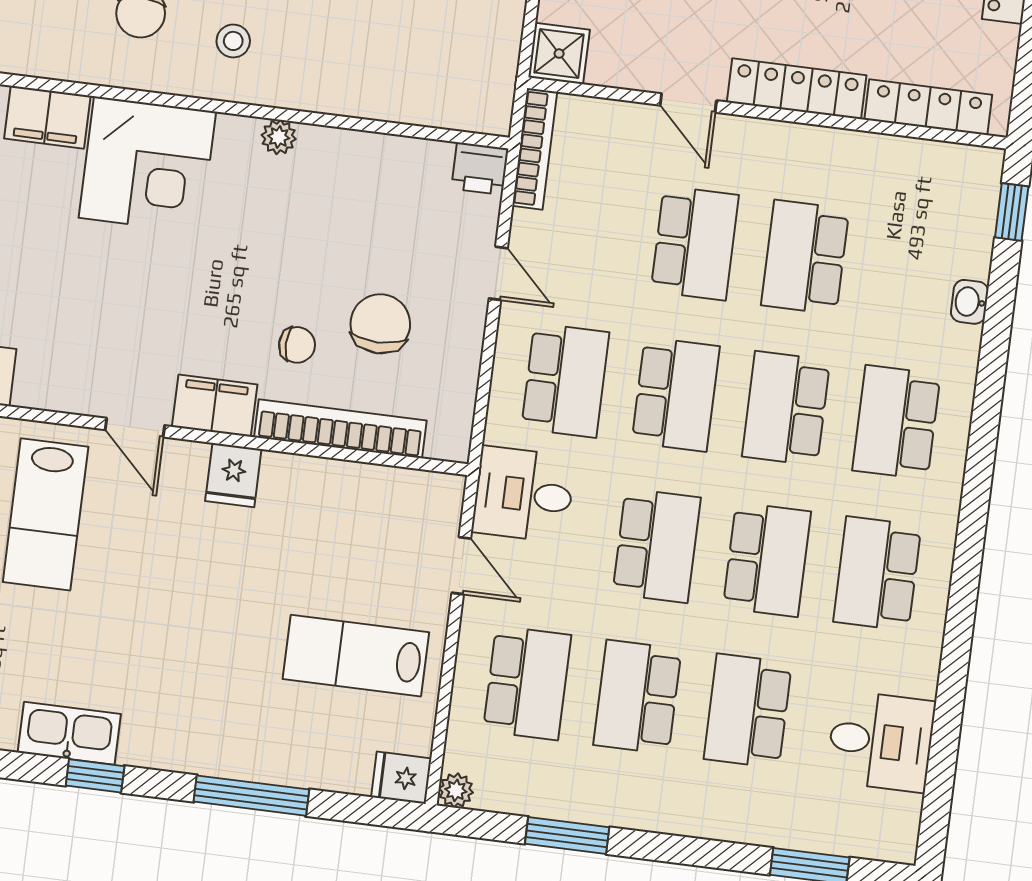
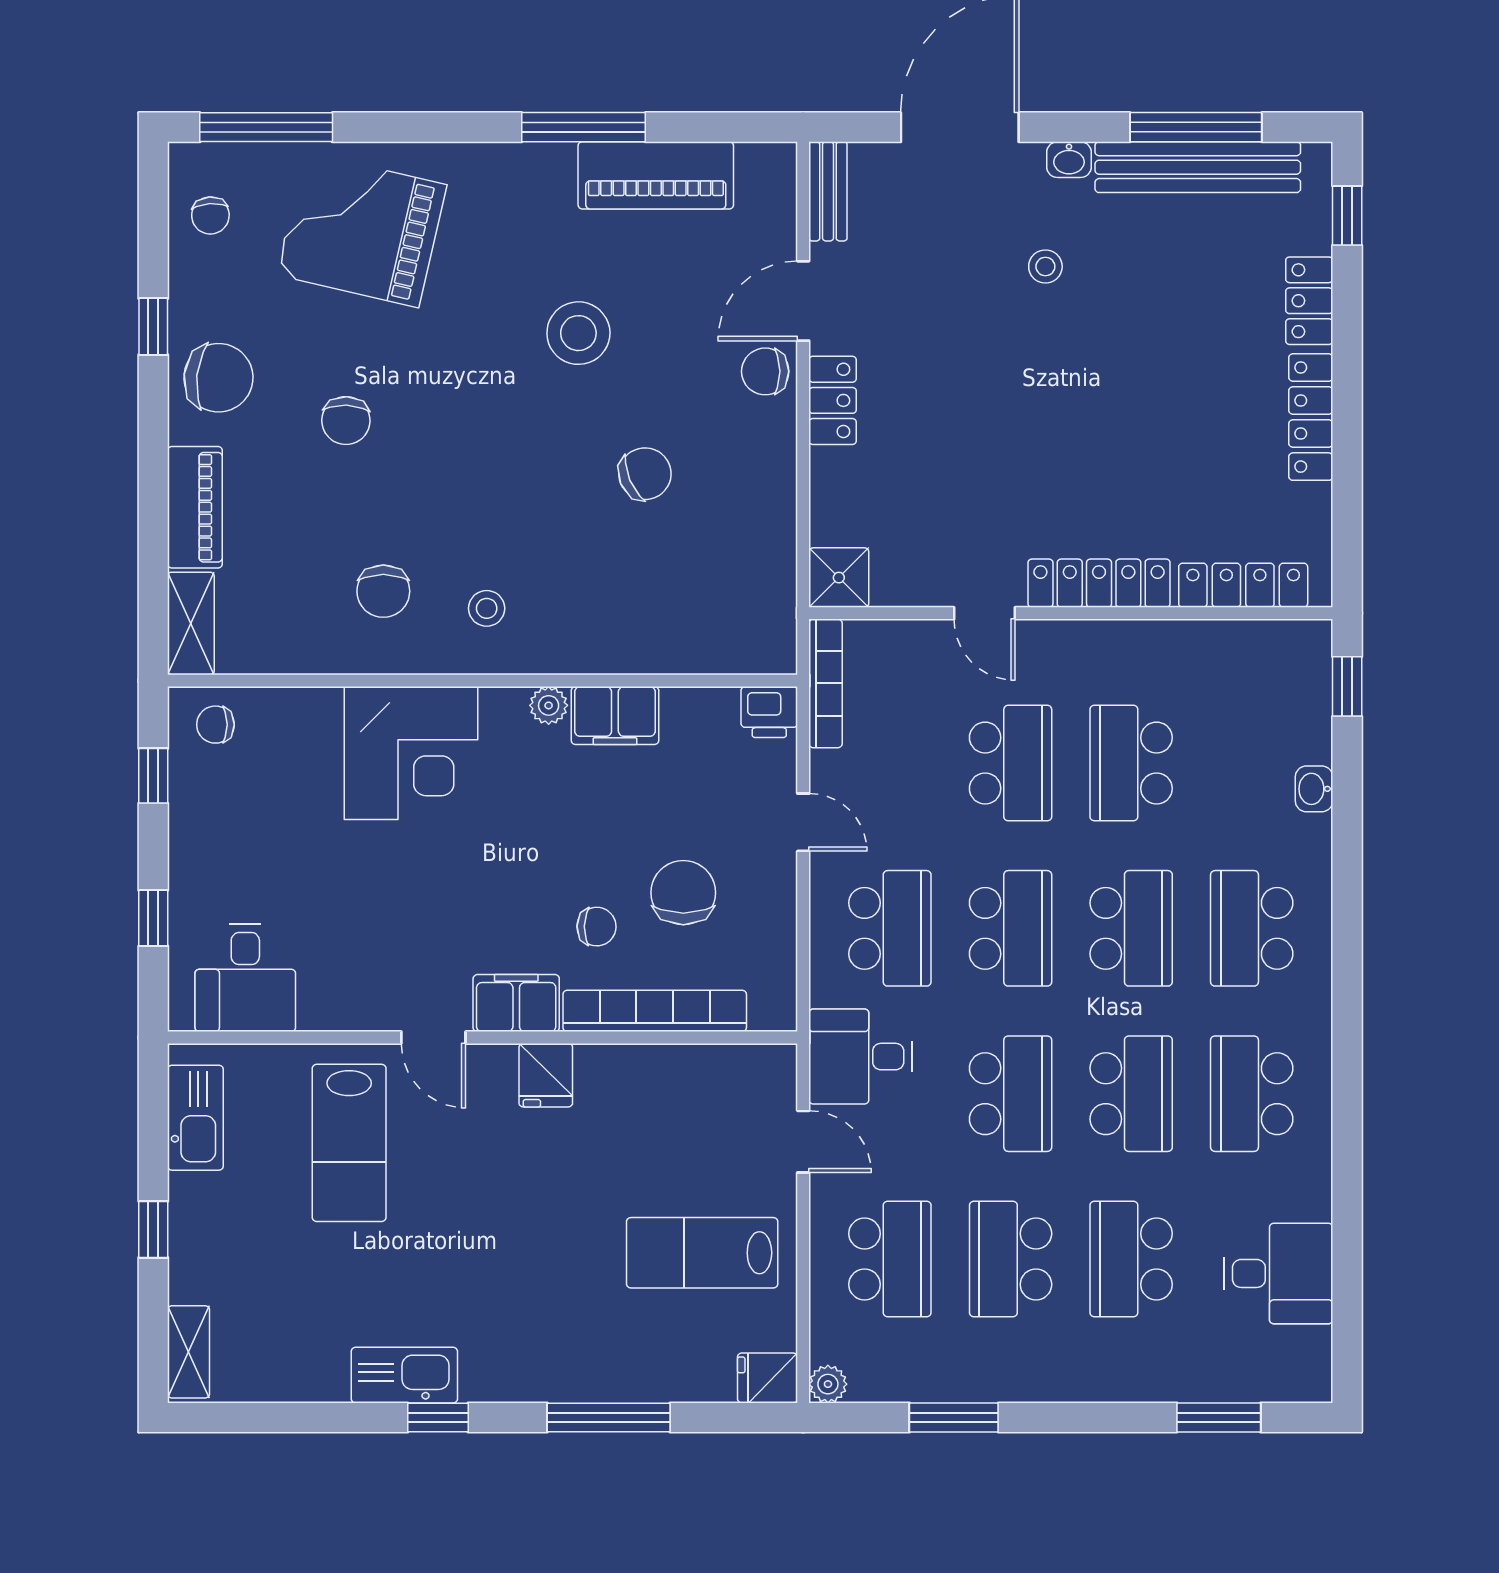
filing cabinet: (47, 117) -> (615, 716), moved
school desk: (786, 408) -> (1131, 928), turned 180

